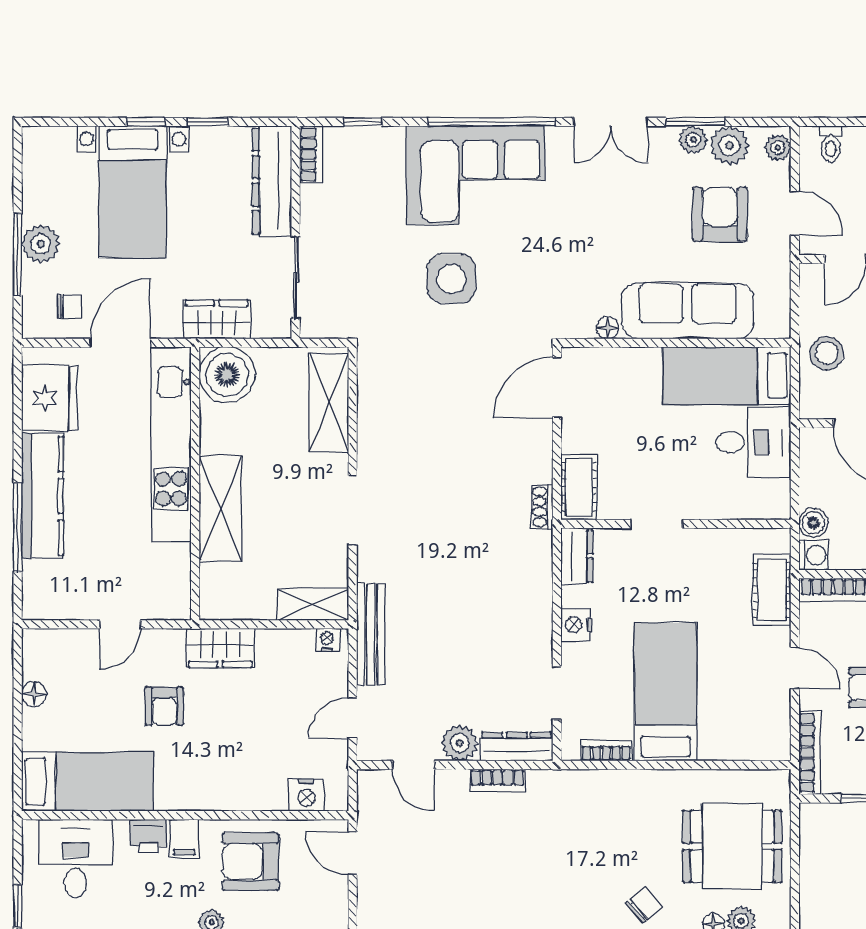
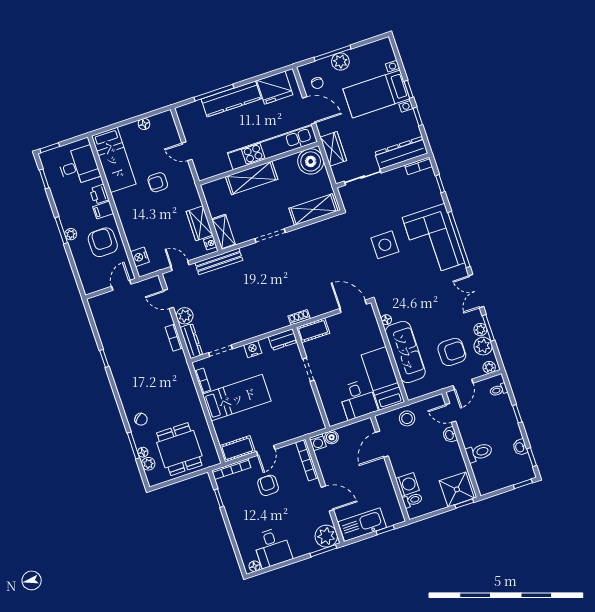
cot: (772, 590) -> (237, 449), moved
wardrobe: (220, 648) -> (200, 223), moved
door: (414, 765) -> (168, 299), hinge flipped

